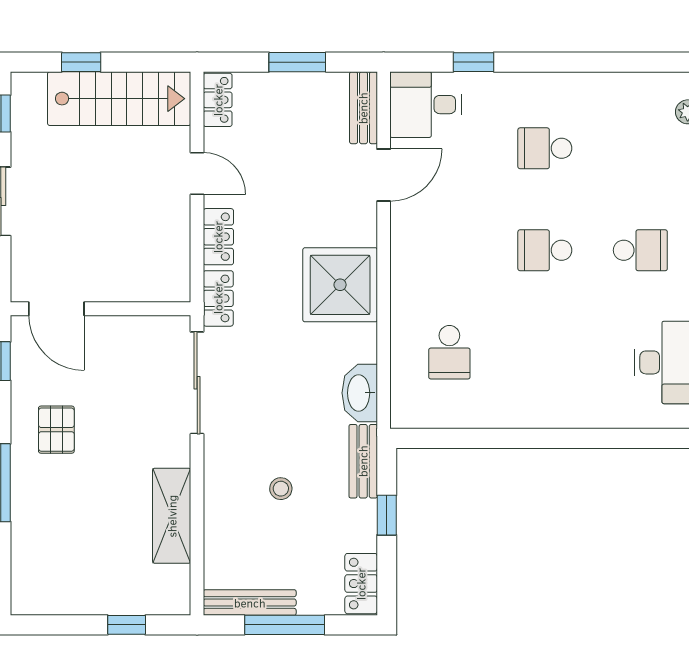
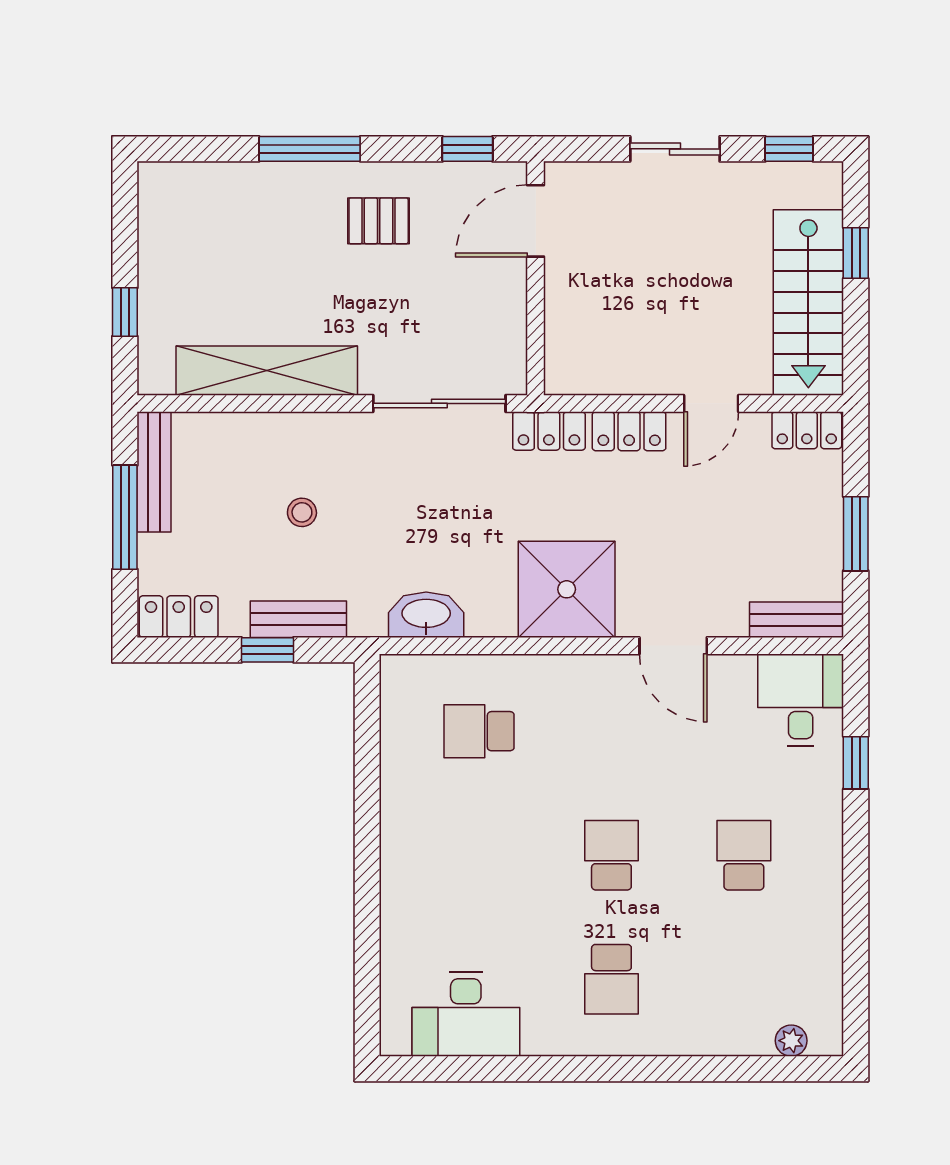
door: (384, 175) -> (673, 646), moved
bench: (363, 461) -> (298, 619), moved
shelving: (172, 516) -> (267, 371), width x1.47

